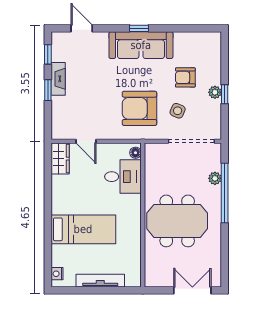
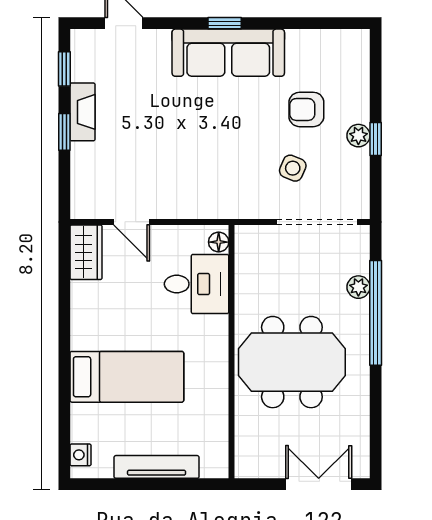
armchair: (139, 108) -> (226, 164), removed

